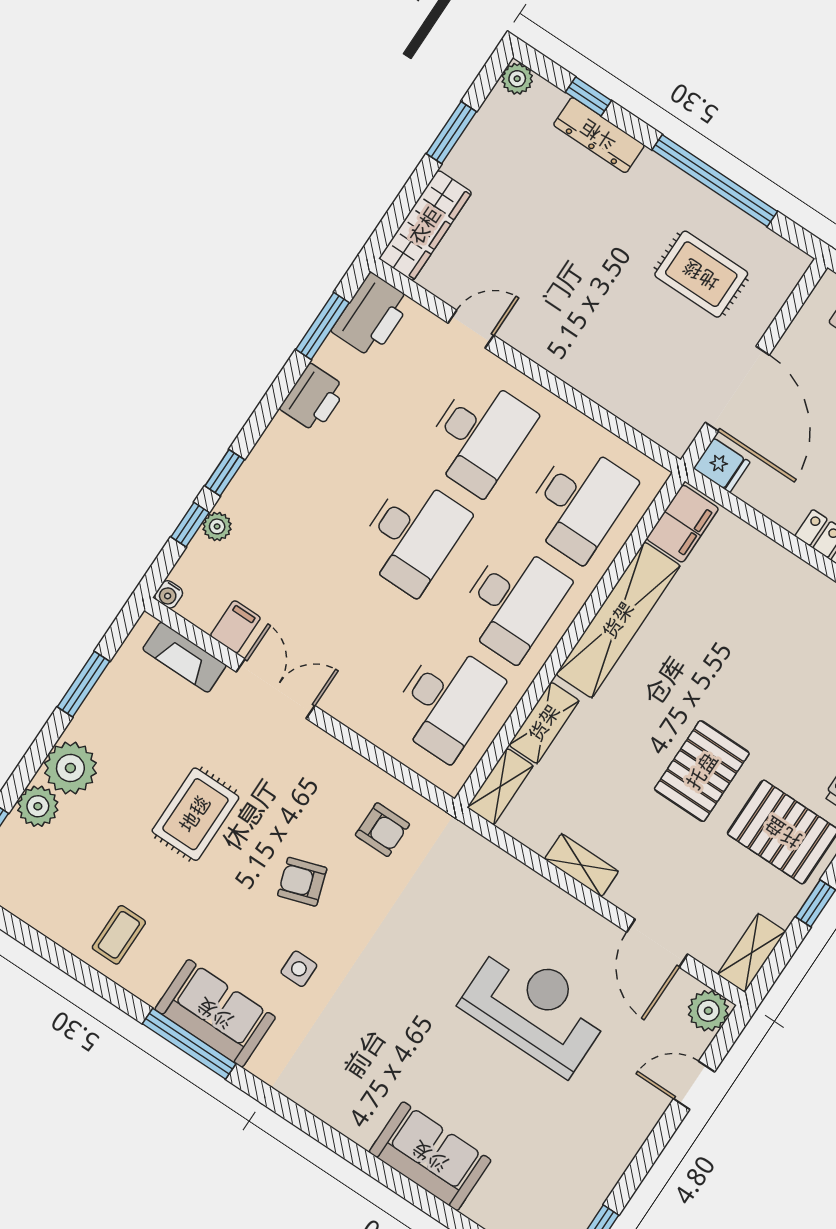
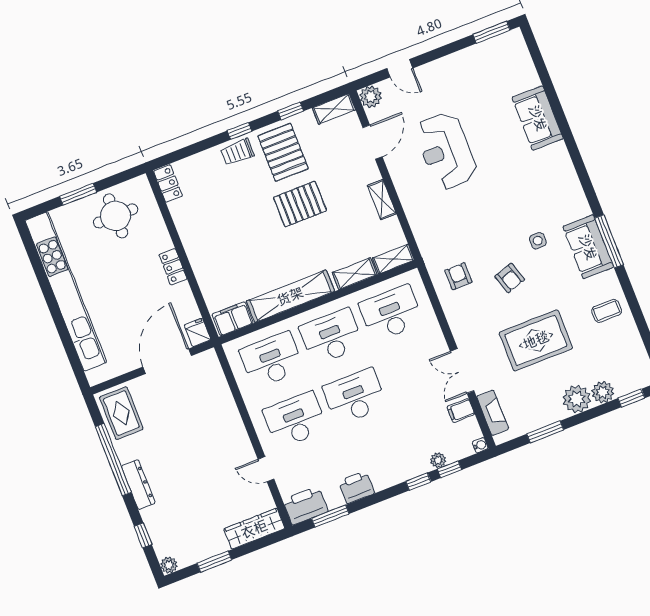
dresser: (599, 135) -> (138, 485), moved
rug: (701, 274) -> (121, 413), moved
rug: (195, 814) -> (536, 340), width x1.36, depth x1.43

